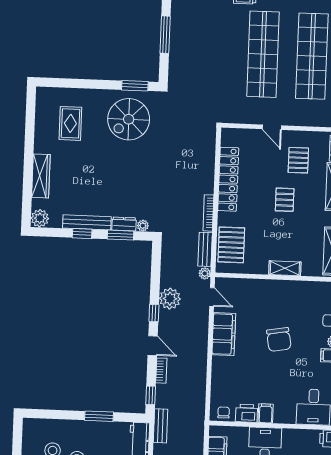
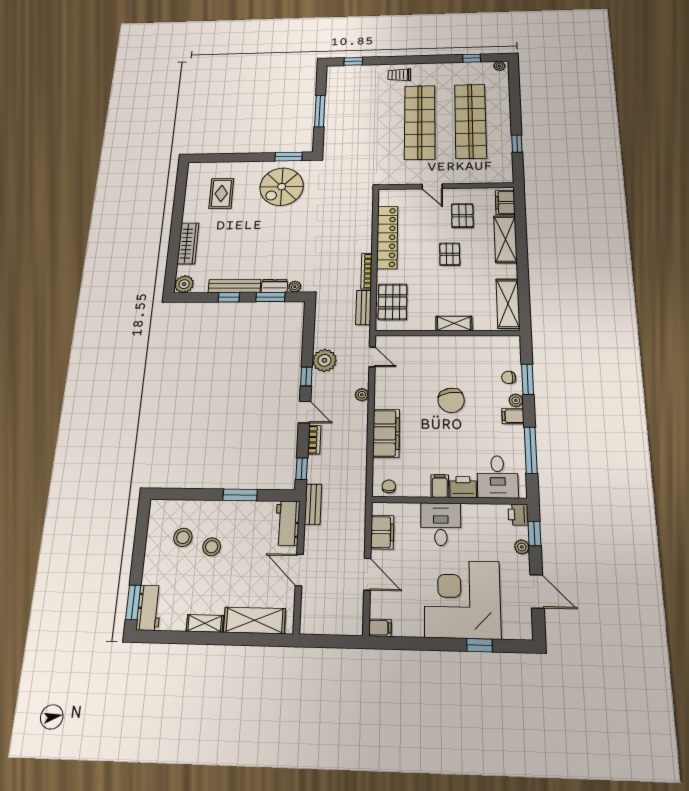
plant: (205, 273) -> (362, 395), moved
filing cabinet: (224, 334) -> (386, 433), moved
printer: (247, 413) -> (463, 487), moved

